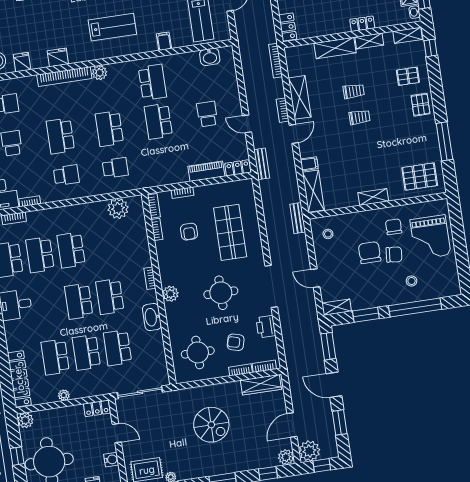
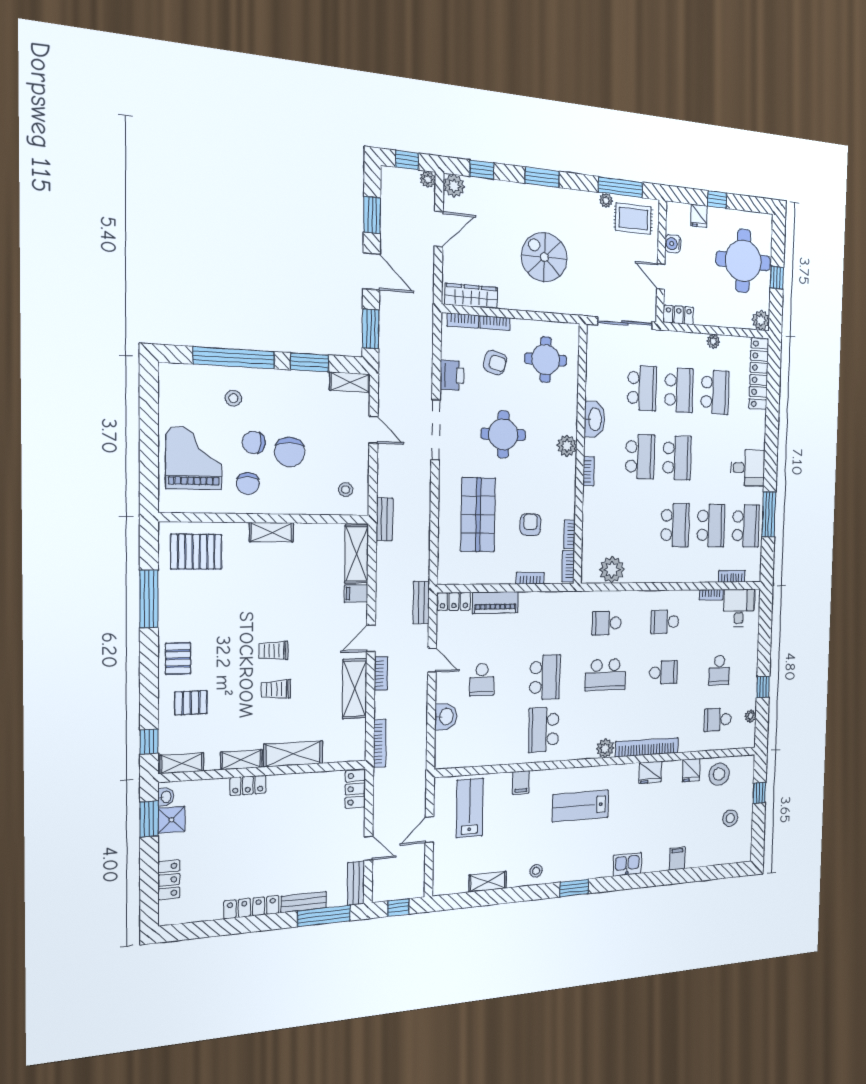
washbasin: (210, 57) -> (446, 717), moved, turned 90
school desk: (109, 129) -> (605, 675), turned 90
school desk: (60, 136) -> (663, 672), width x0.54
plant: (309, 451) -> (428, 179), width x0.53, depth x0.53

